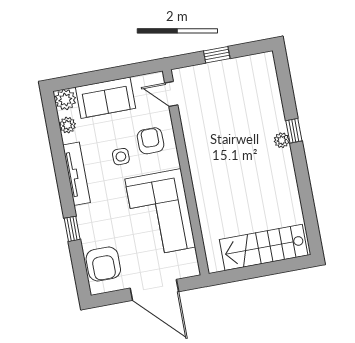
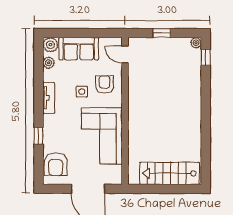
window: (294, 131) -> (206, 57), moved
plant: (282, 140) -> (196, 43), moved
tv unit: (77, 174) -> (49, 98), width x0.71

